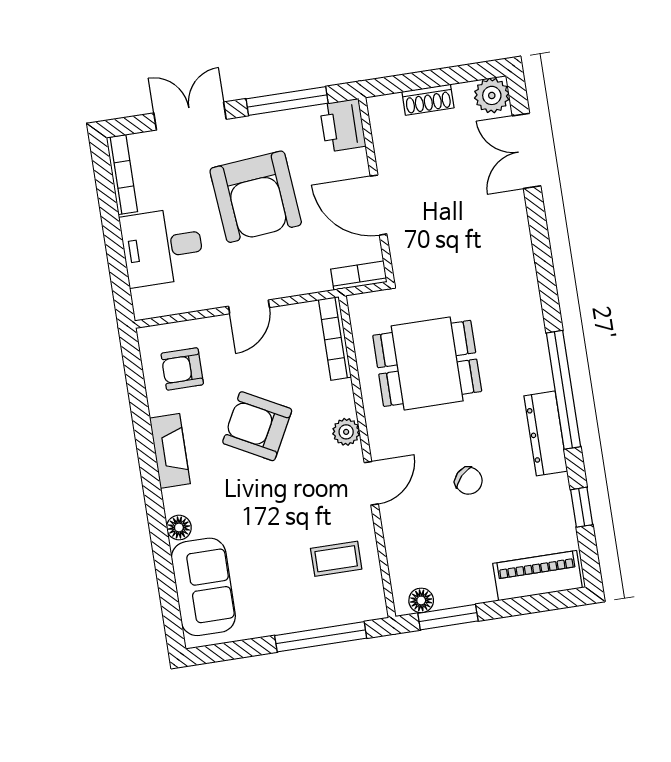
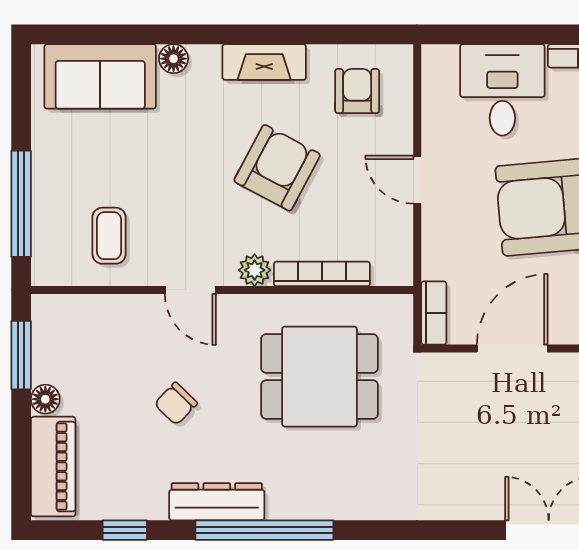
bookcase: (335, 338) -> (322, 274), moved
dining table: (427, 363) -> (320, 377), turned 90
floor lamp: (421, 600) -> (45, 399), moved

